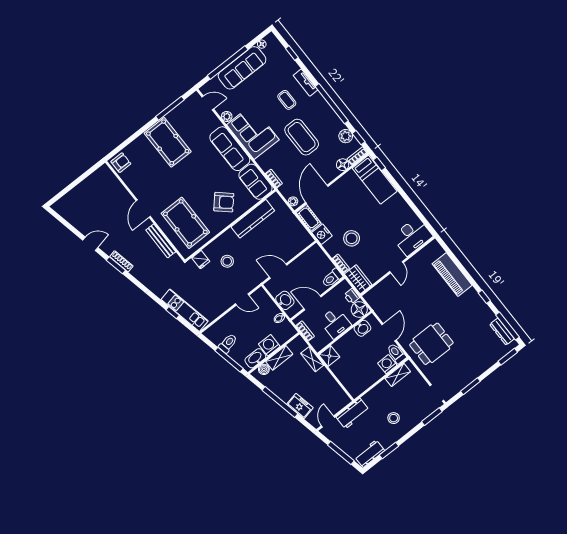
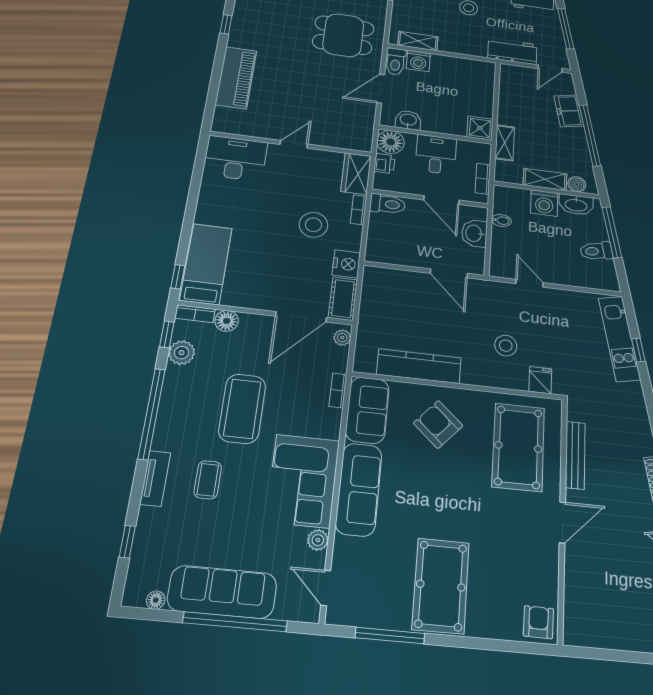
armchair: (121, 163) -> (538, 622), turned 91

